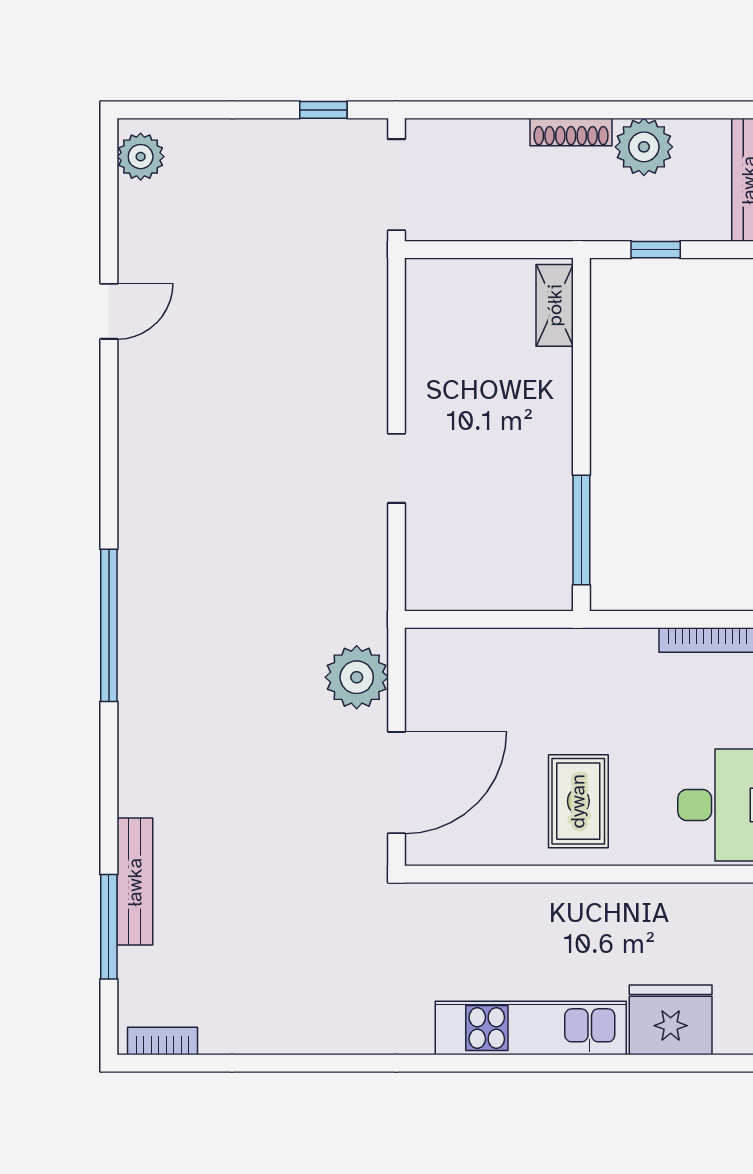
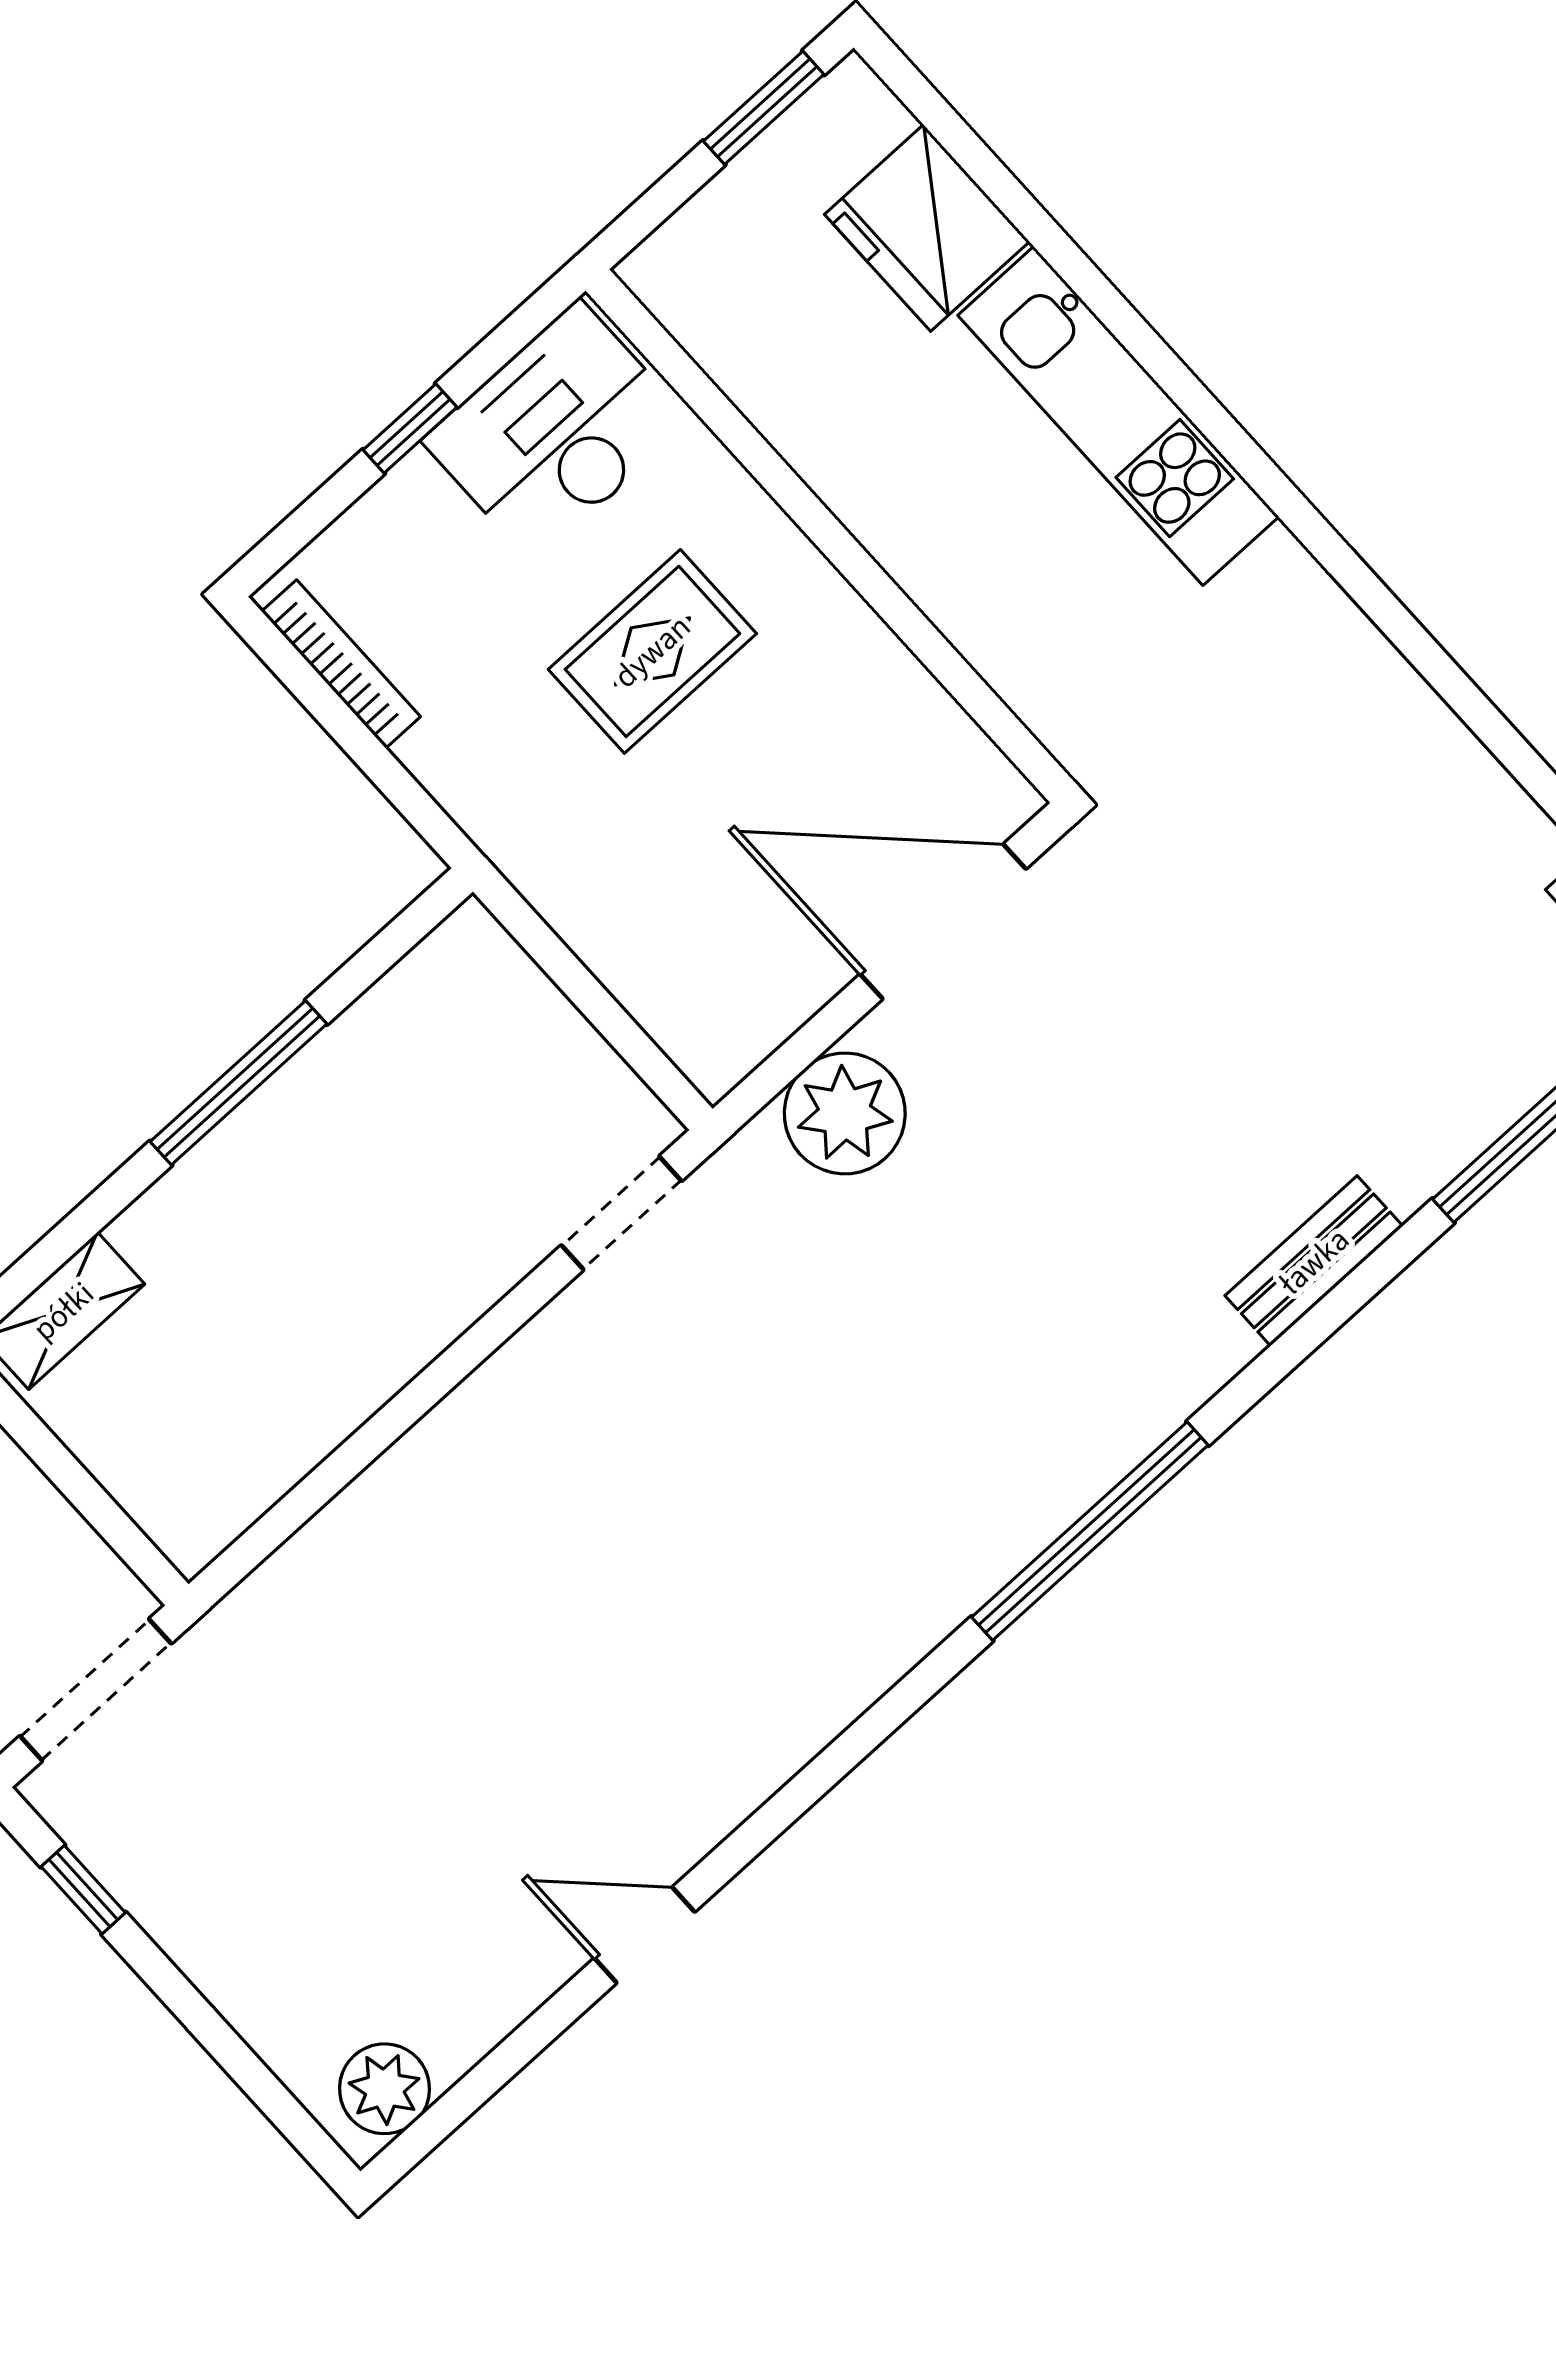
doorway: (396, 468) -> (621, 1213), moved
window: (581, 530) -> (238, 1083), moved
rug: (578, 801) -> (652, 651), moved
bench: (135, 882) -> (1314, 1261), moved, width x0.73

